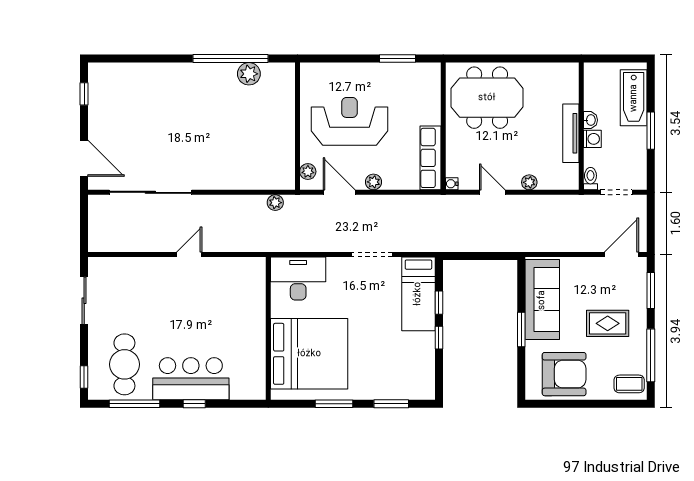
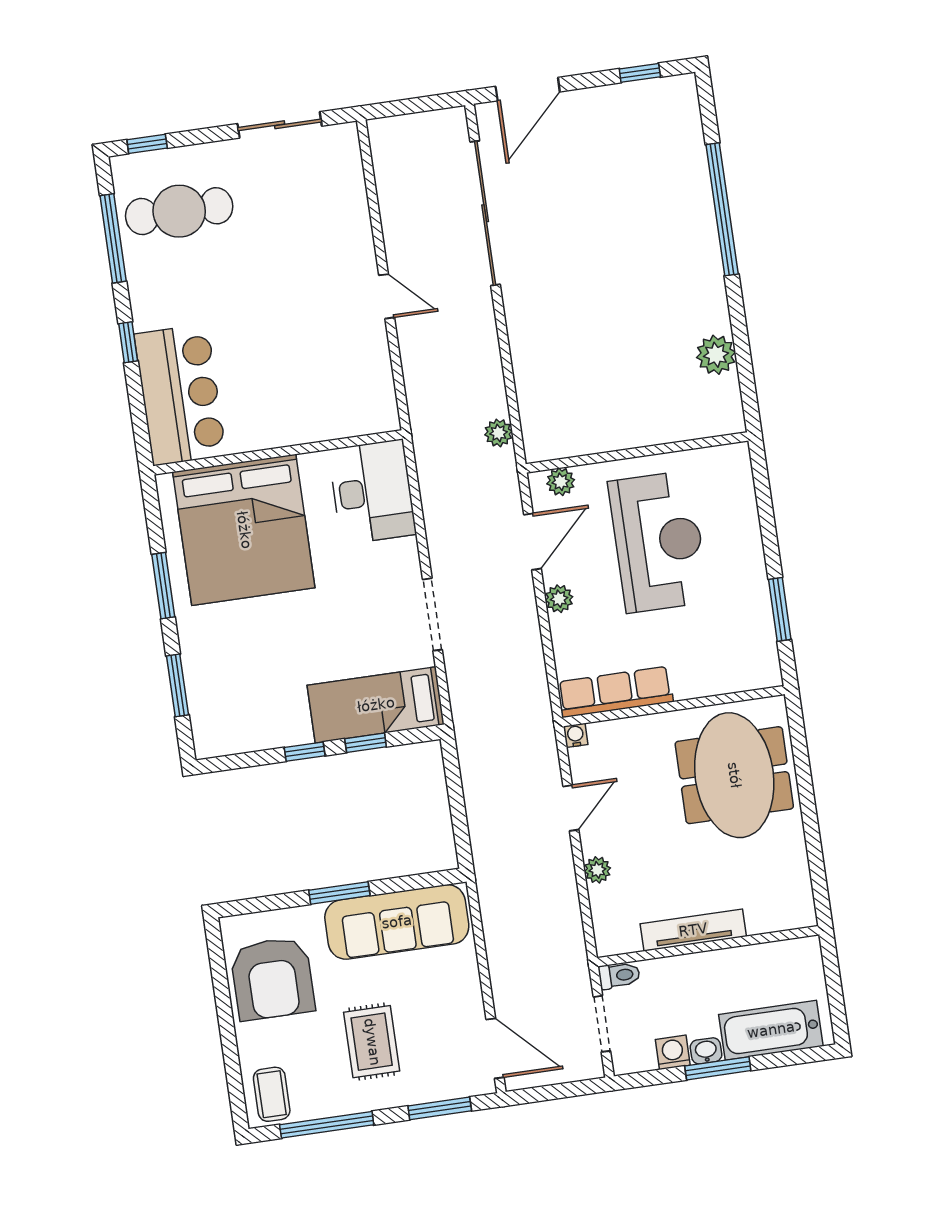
window: (231, 59) -> (722, 209), moved
washbasin: (590, 120) -> (706, 1051), moved, turned 180
washing machine: (592, 139) -> (673, 1052), moved, turned 180
bar counter: (191, 379) -> (180, 395), moved

